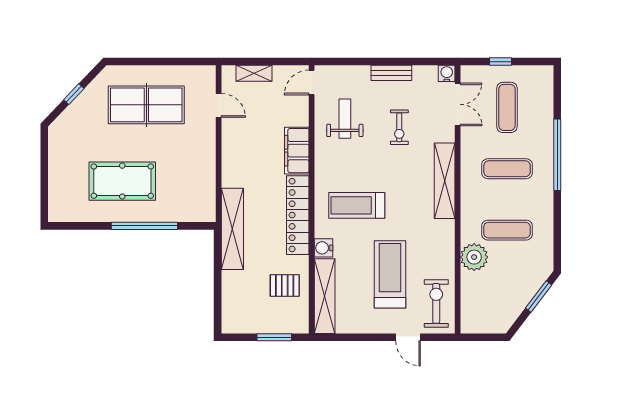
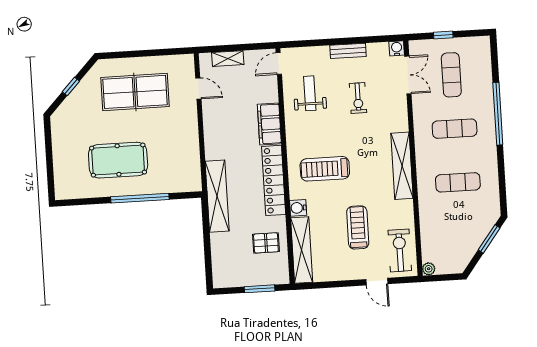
shelving: (445, 181) -> (402, 166), moved
plant: (474, 257) -> (429, 269), moved, width x0.53, depth x0.53
treadmill: (390, 274) -> (358, 227), width x0.73, depth x0.73

